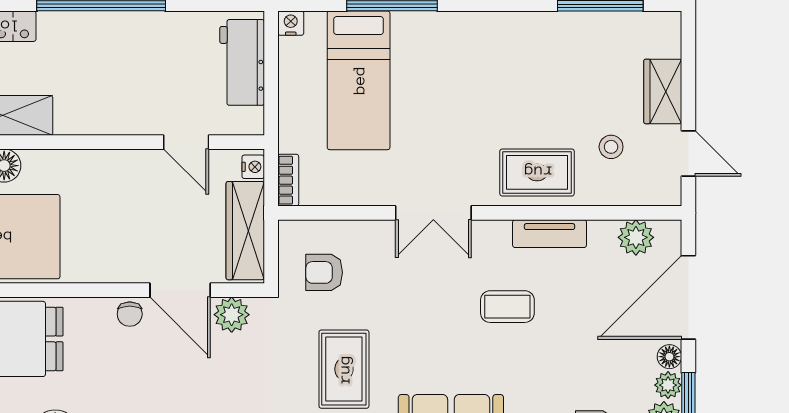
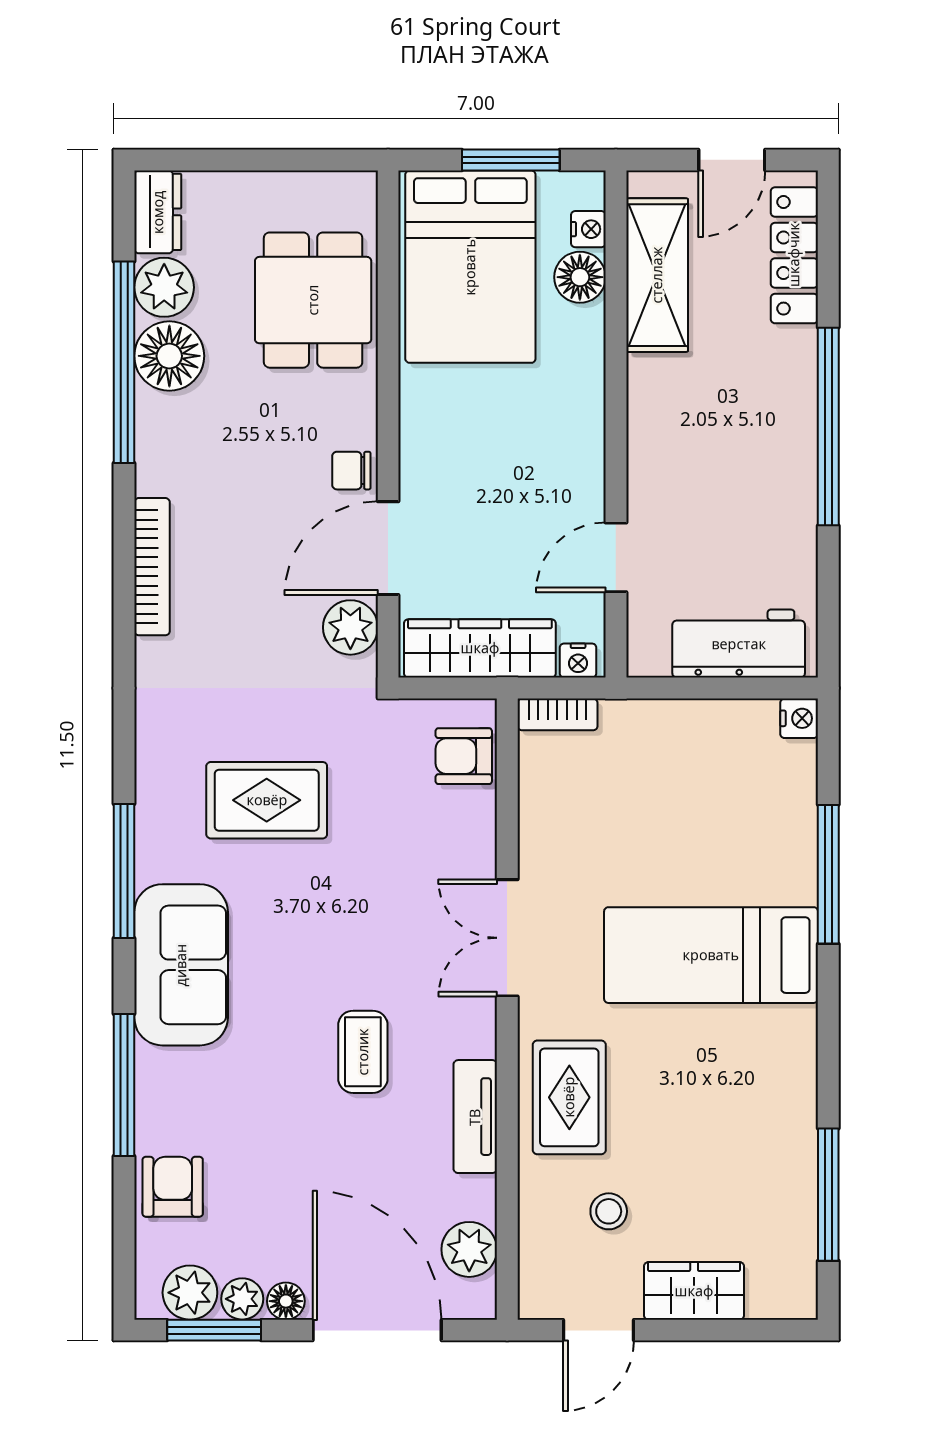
bed: (359, 80) -> (711, 955), moved
armchair: (324, 272) -> (464, 756), moved, turned -90

